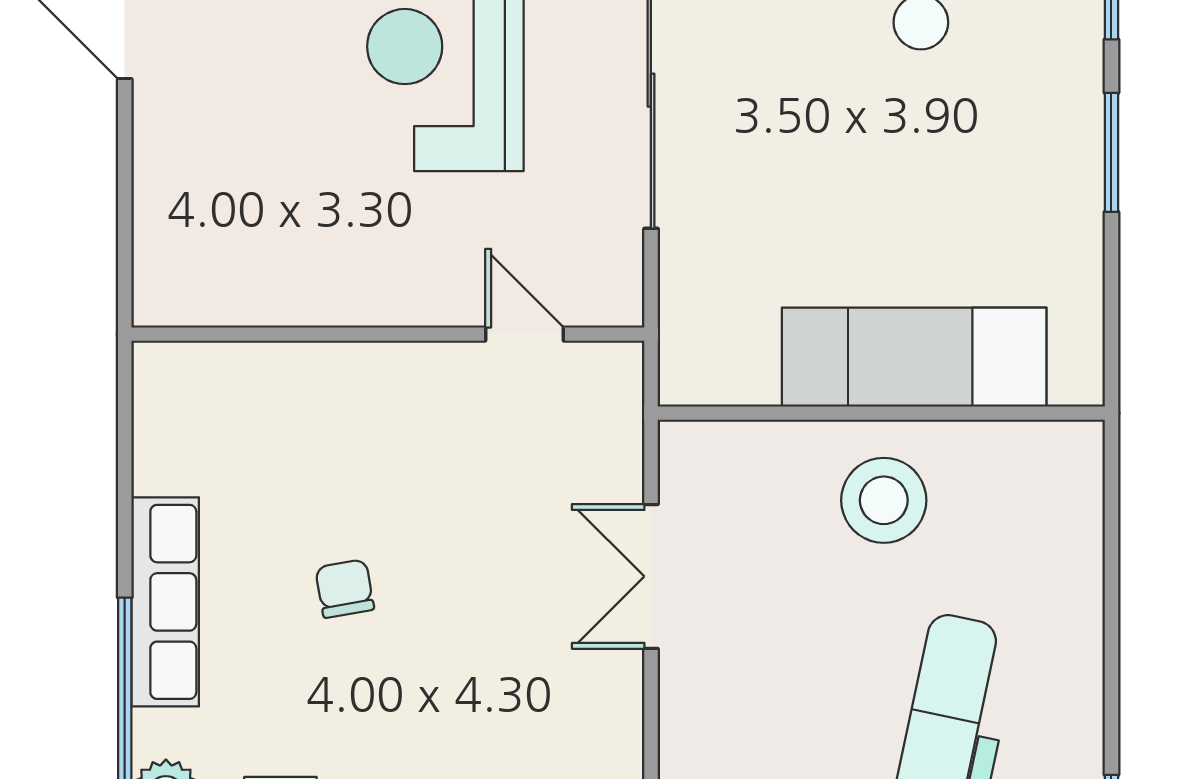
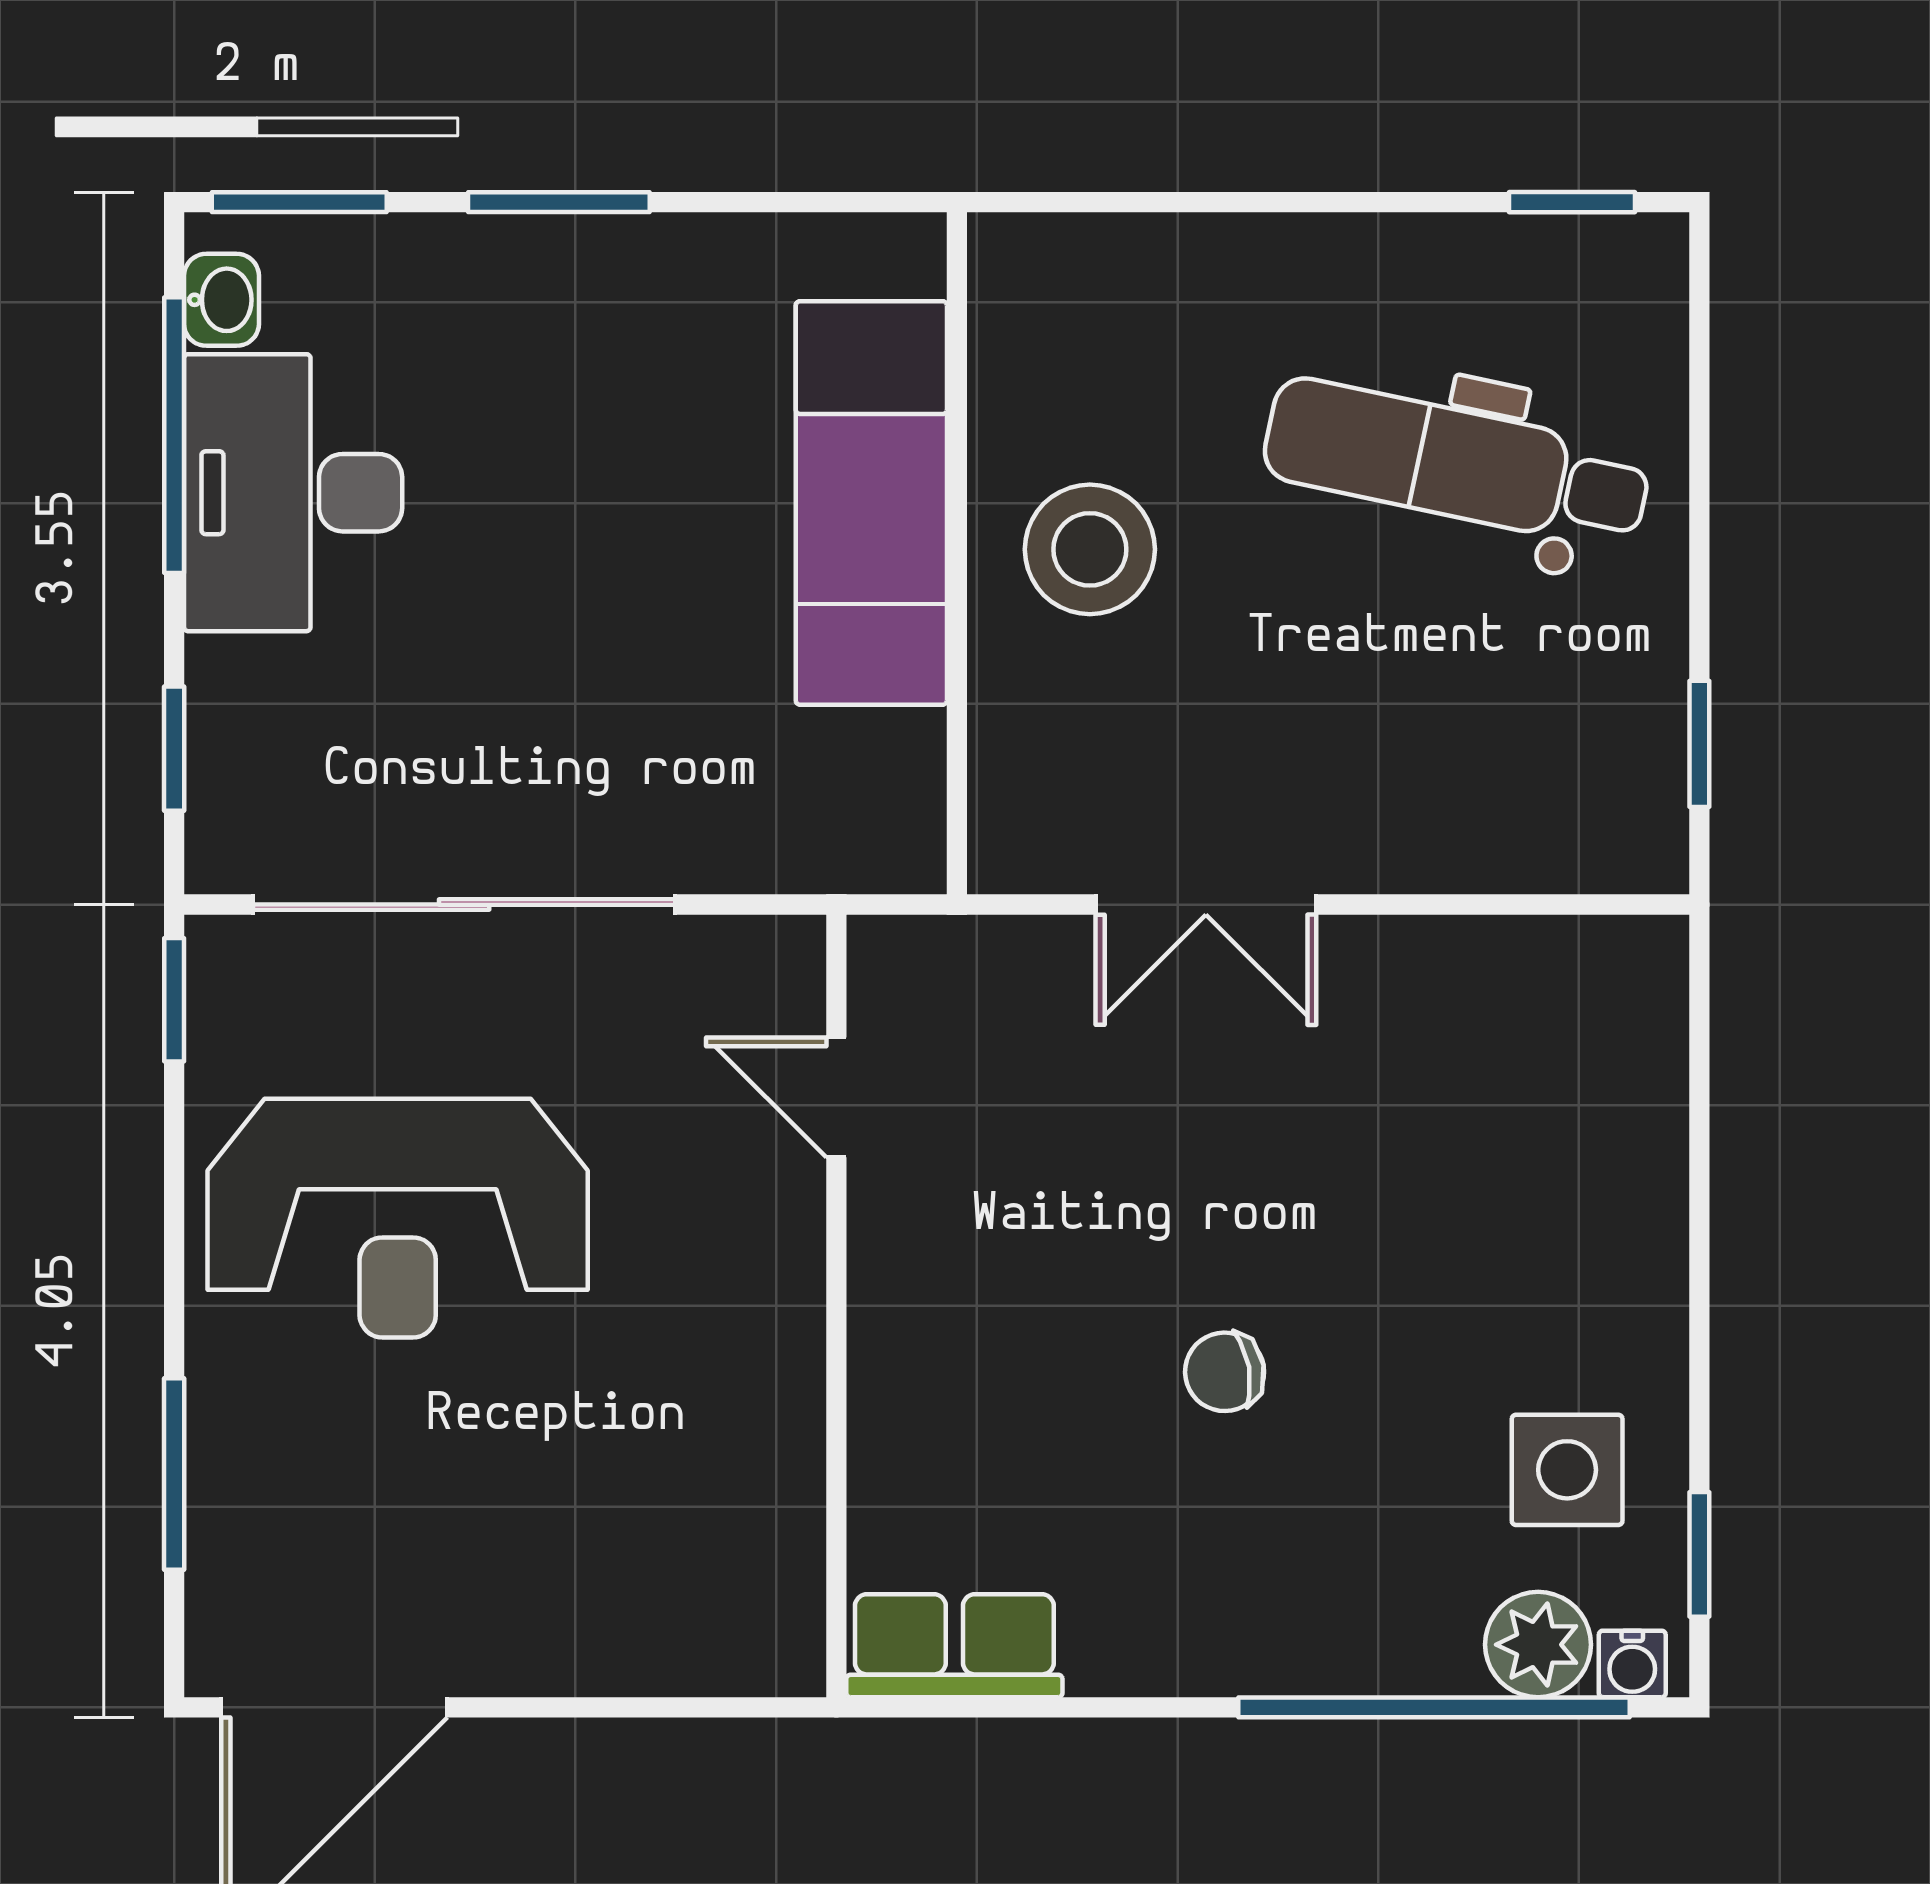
door: (525, 334) -> (836, 1097), hinge flipped
row of seats: (165, 602) -> (954, 1646), moved, width x0.68

